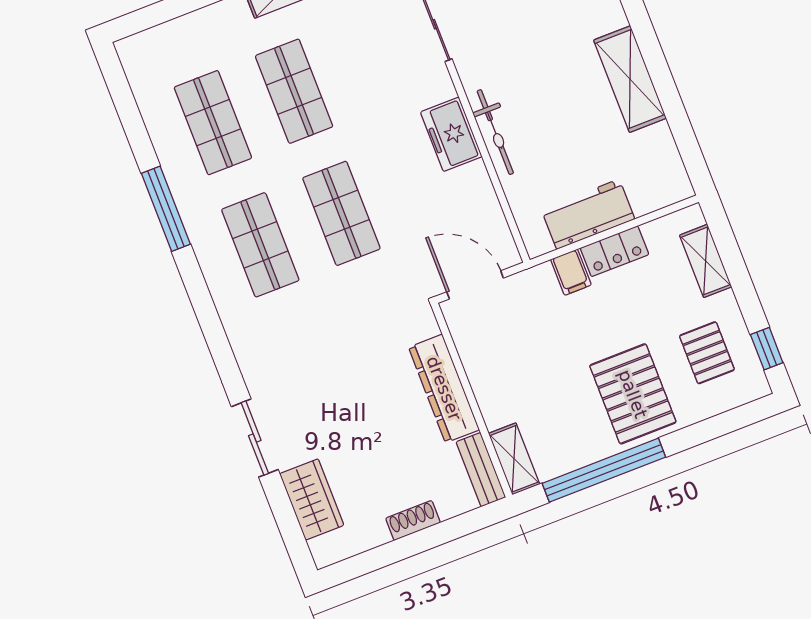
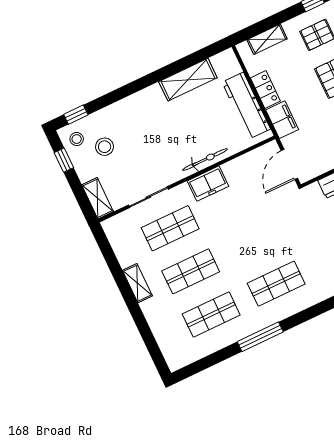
shelving: (630, 79) -> (188, 80), moved
shop shelf: (341, 213) -> (170, 228), moved
workbench: (588, 214) -> (246, 106), width x1.38
filing cabinet: (571, 272) -> (282, 120), width x2.00

